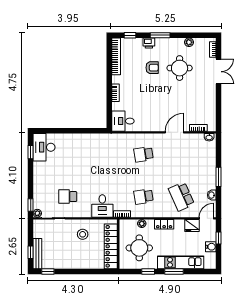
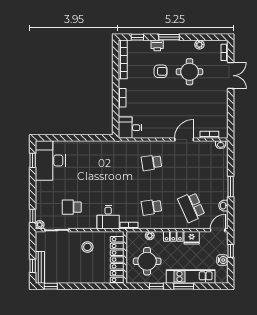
desk: (44, 147) -> (50, 160), width x1.36, depth x1.30
fridge: (192, 226) -> (192, 238), moved

